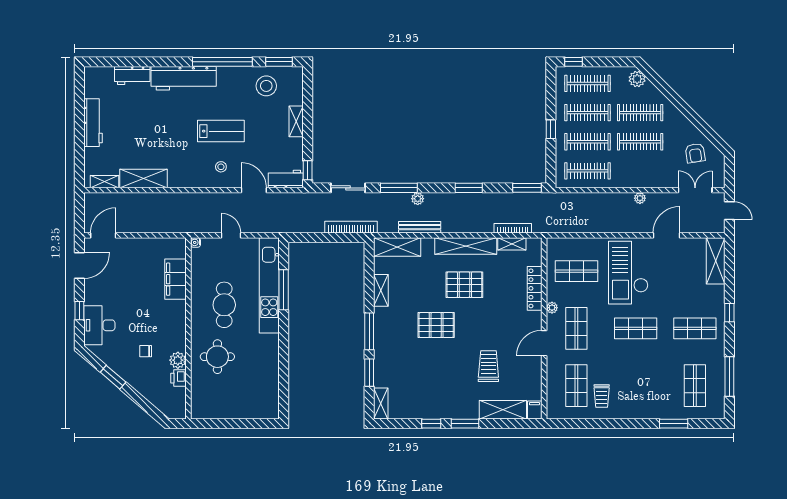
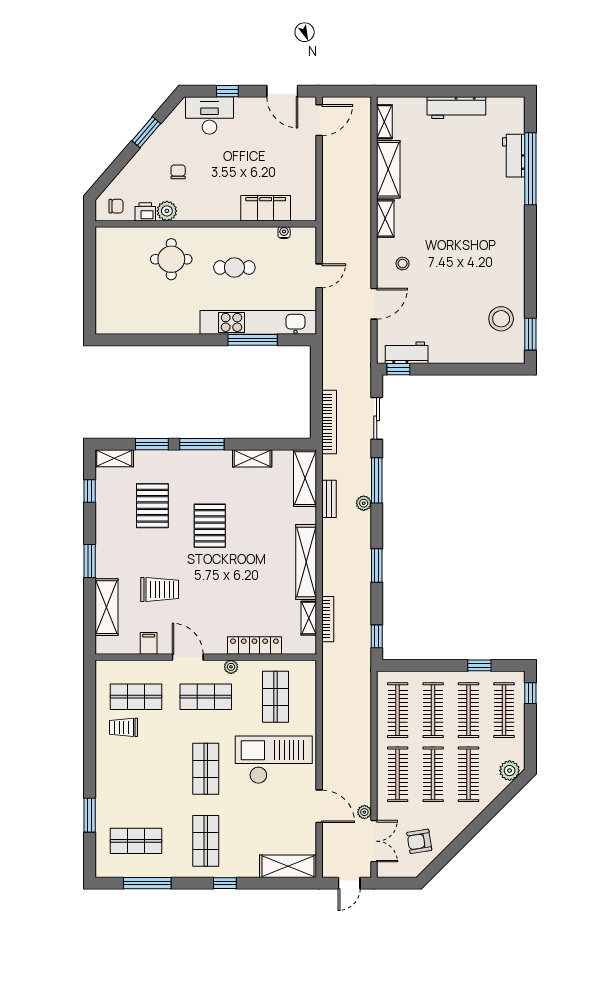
window: (222, 62) -> (530, 169), moved
workbench: (184, 78) -> (510, 218), removed
shelving: (296, 121) -> (385, 219), moved, turned 90
window: (551, 129) -> (479, 665), moved
lab bench: (221, 131) -> (446, 263), removed
clothes rail: (640, 171) -> (398, 774), added
workbench: (286, 179) -> (407, 353), moved, turned -90
window: (527, 188) -> (377, 636), width x0.67
plant: (640, 198) -> (364, 812), moved
bench: (420, 227) -> (329, 499), width x0.73
door: (103, 235) -> (319, 120), hinge flipped
water cooler: (195, 242) -> (284, 233), moved
pallet: (464, 285) -> (152, 506), moved
cafe table: (224, 305) -> (234, 268), width x0.73, depth x0.74
chair: (174, 402) -> (116, 206), added
filing cabinet: (534, 410) -> (149, 643), moved, turned -90
window: (431, 424) -> (90, 491), moved

